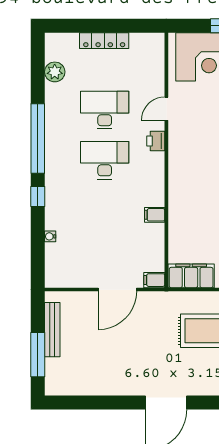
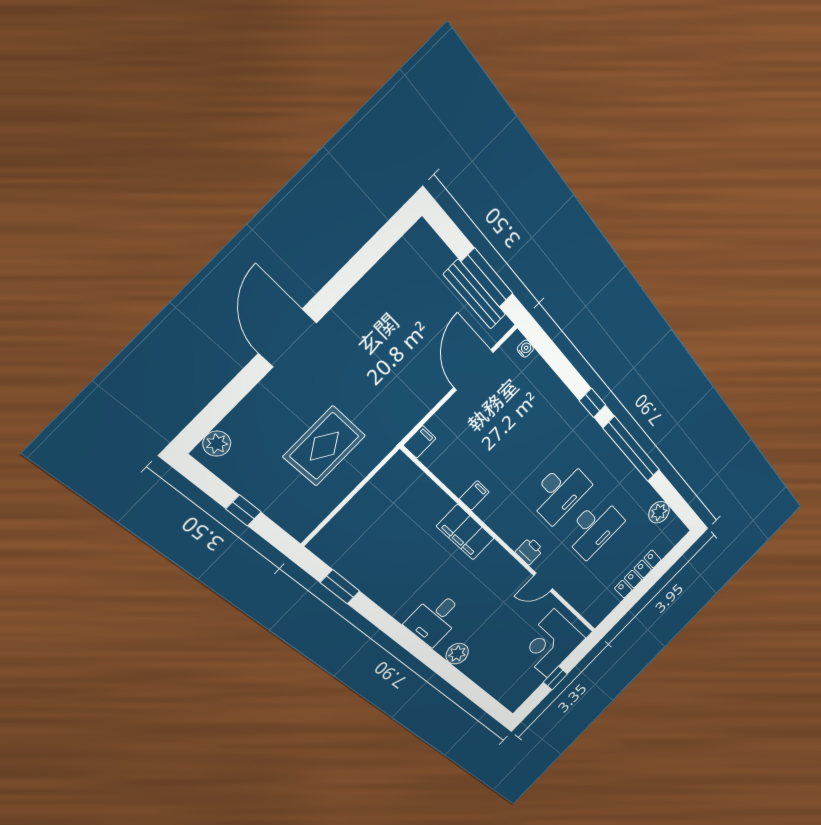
door: (166, 109) -> (543, 582), swing flipped
water cooler: (50, 236) -> (525, 349), moved
filing cabinet: (191, 276) -> (465, 532), moved, turned 90
door: (117, 290) -> (474, 370), moved
window: (38, 355) -> (487, 278), moved

